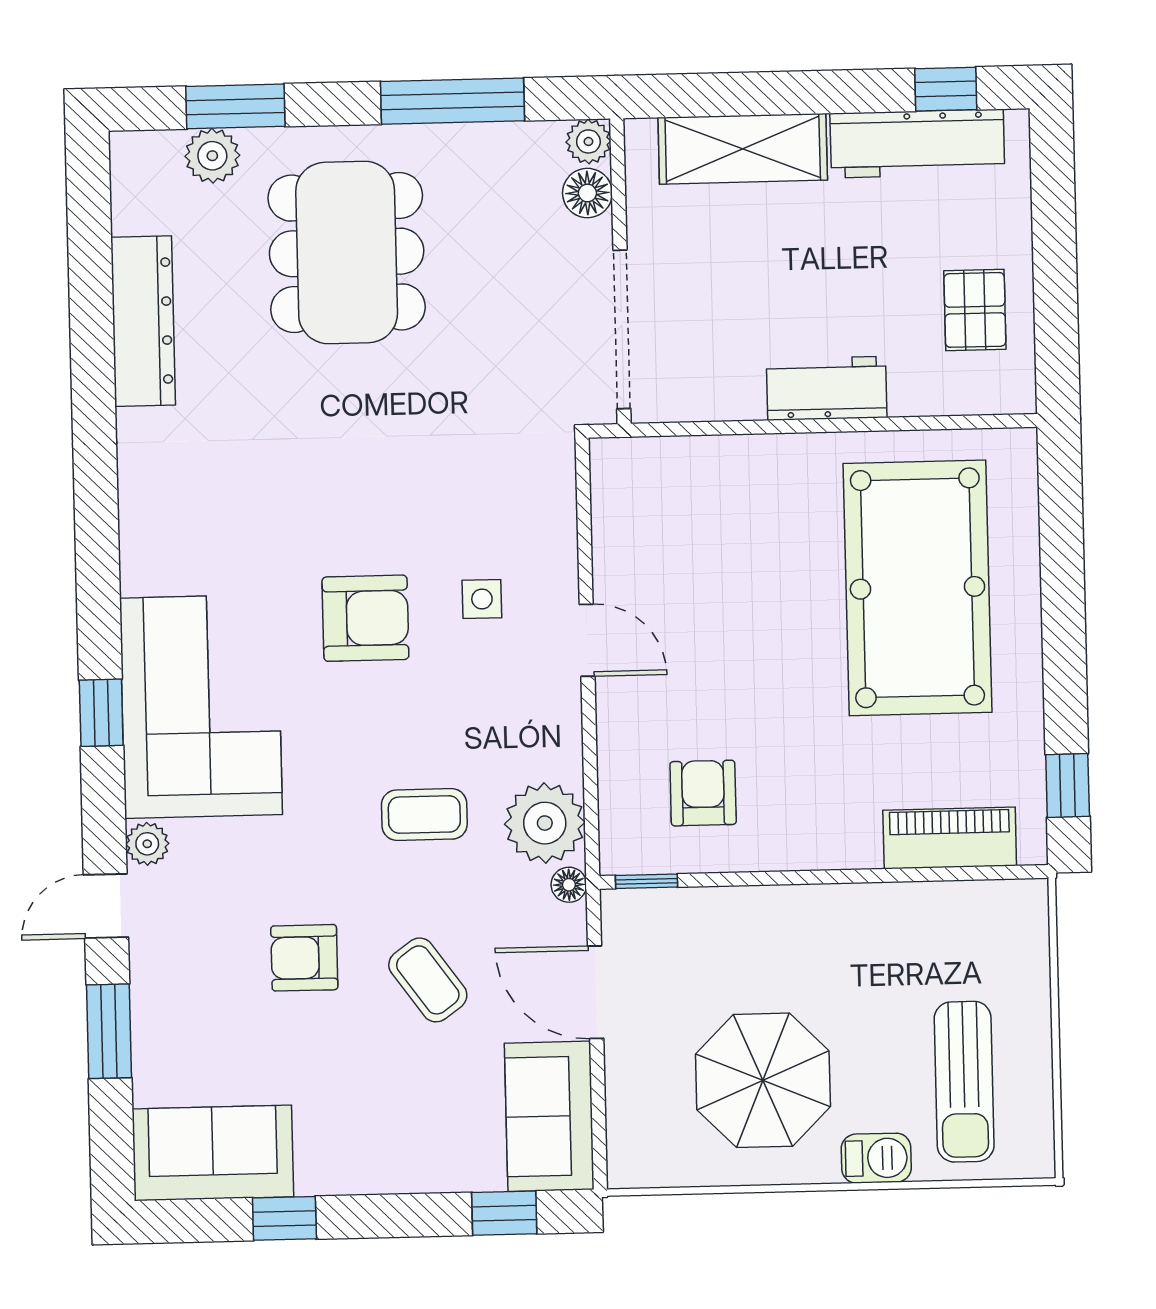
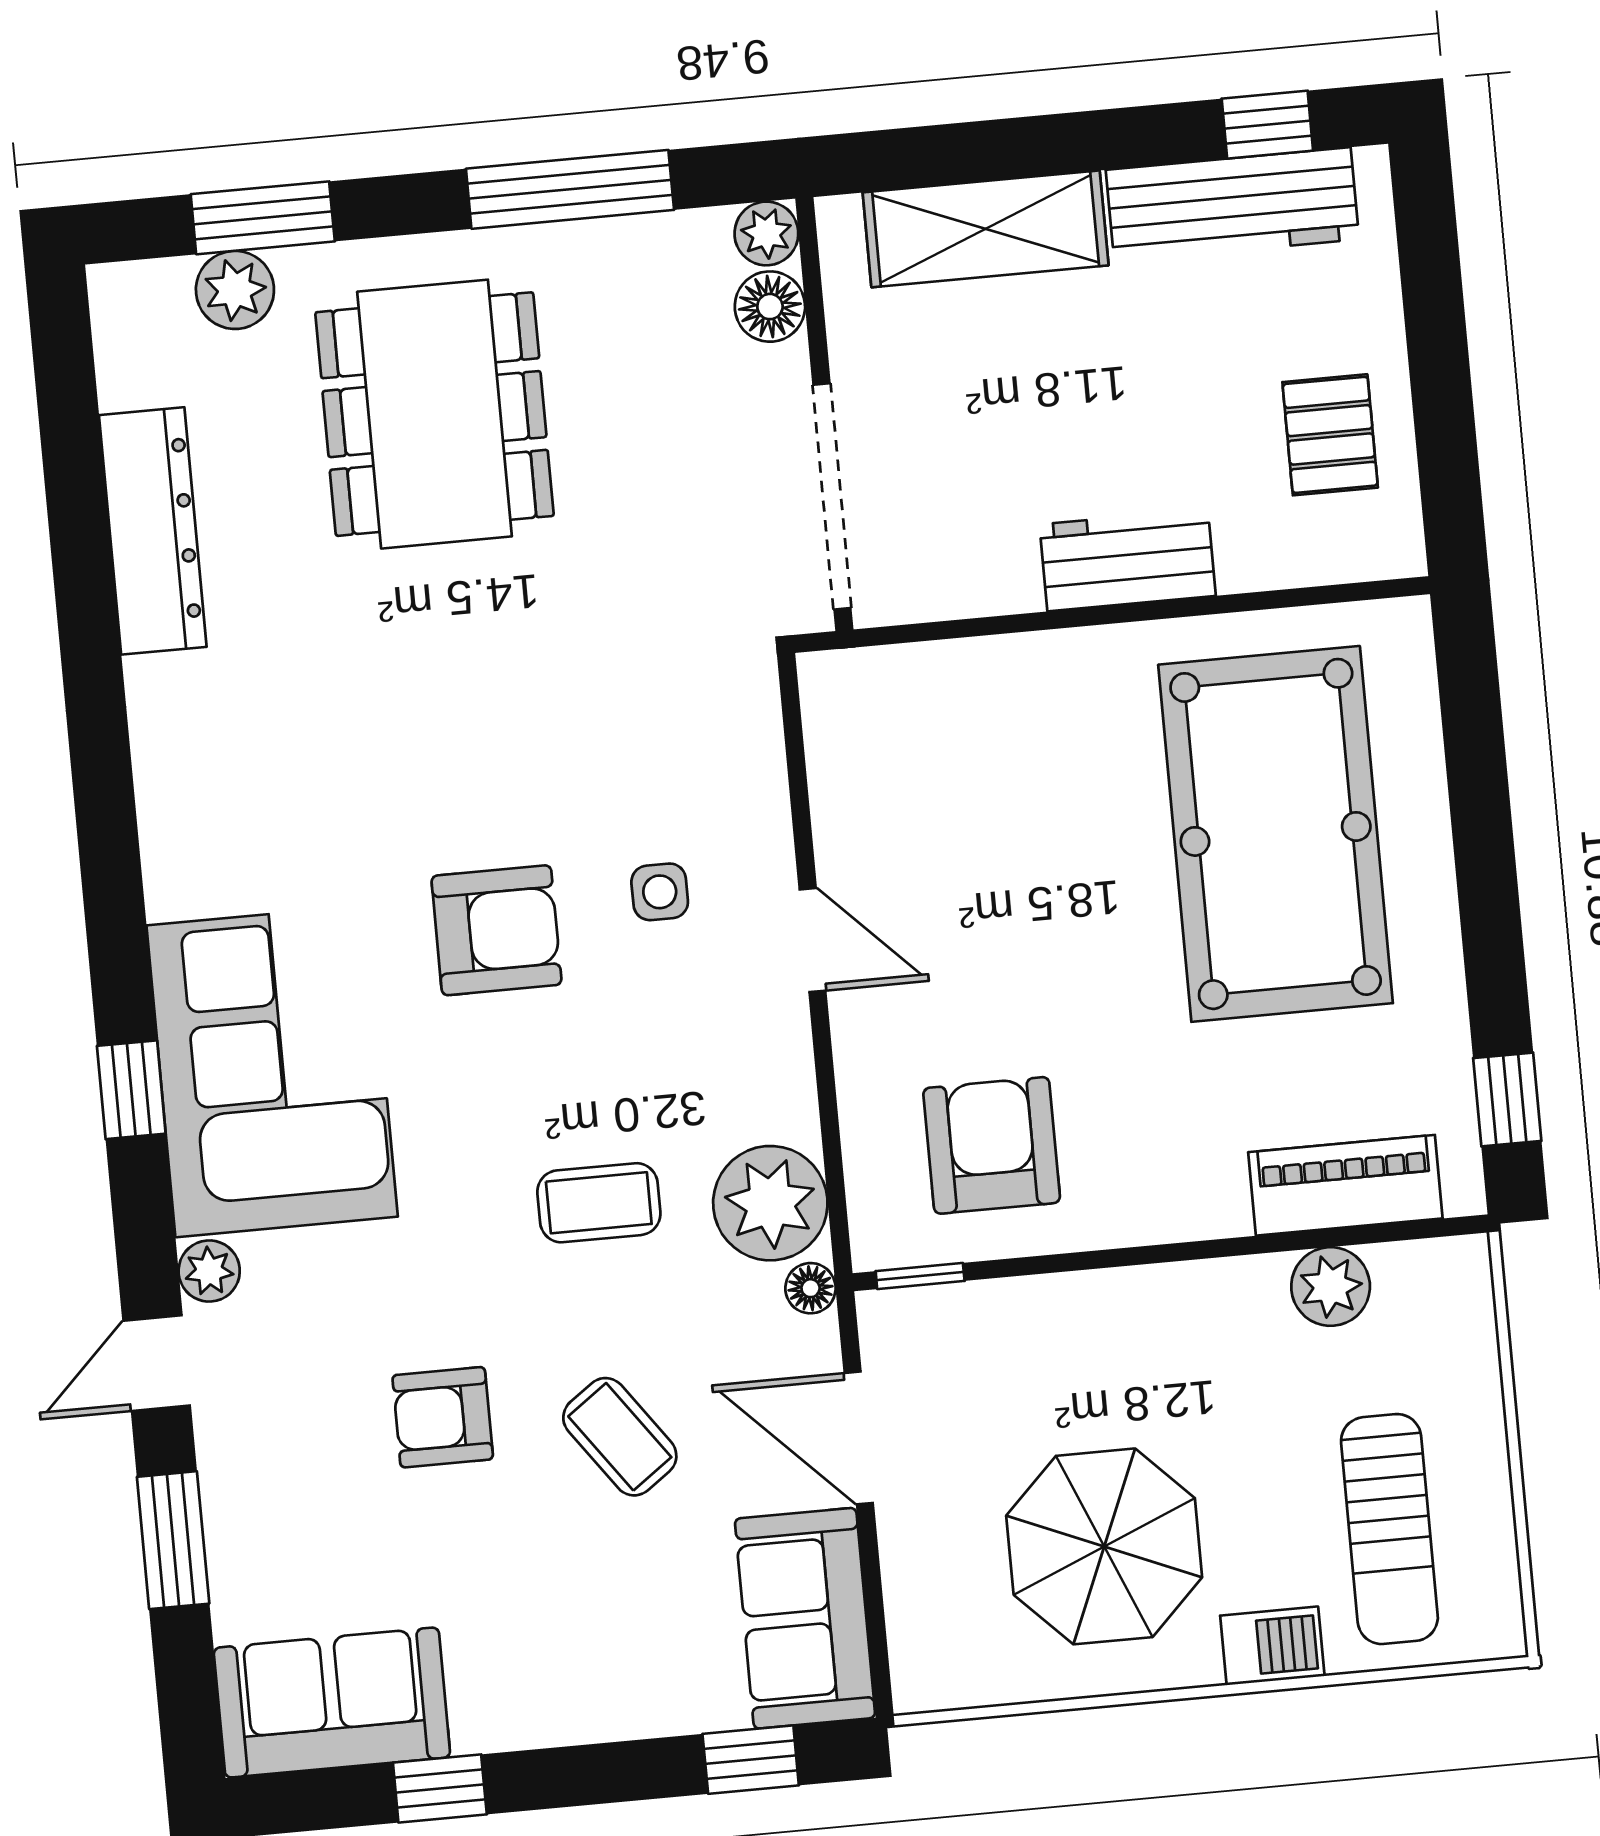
armchair: (703, 793) -> (992, 1145), width x1.38, depth x1.38
plant: (934, 908) -> (1331, 1286), added

